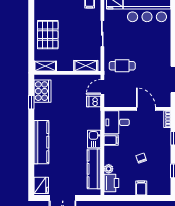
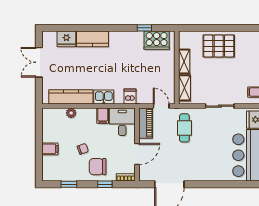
shelving: (45, 66) -> (184, 62), moved
piano: (118, 101) -> (146, 123), added
dishwasher: (94, 102) -> (130, 97), moved
kitchen counter: (41, 142) -> (92, 39), width x0.67
chair: (157, 145) -> (98, 167), added
printer: (111, 183) -> (55, 116), removed
fridge: (41, 185) -> (66, 39), moved

